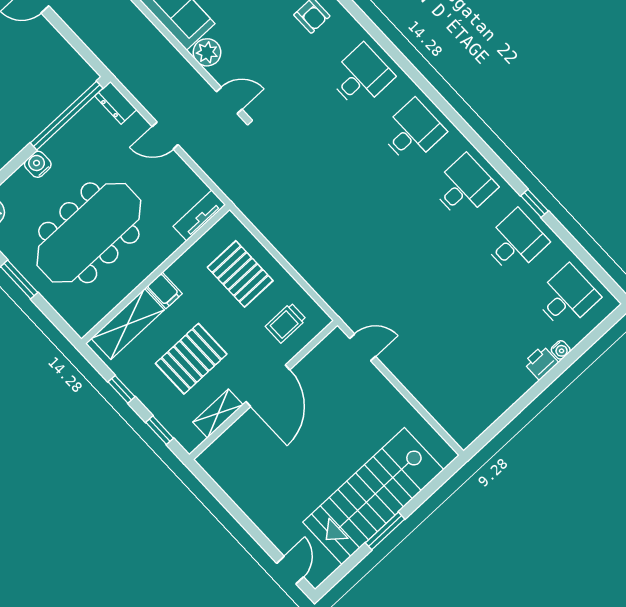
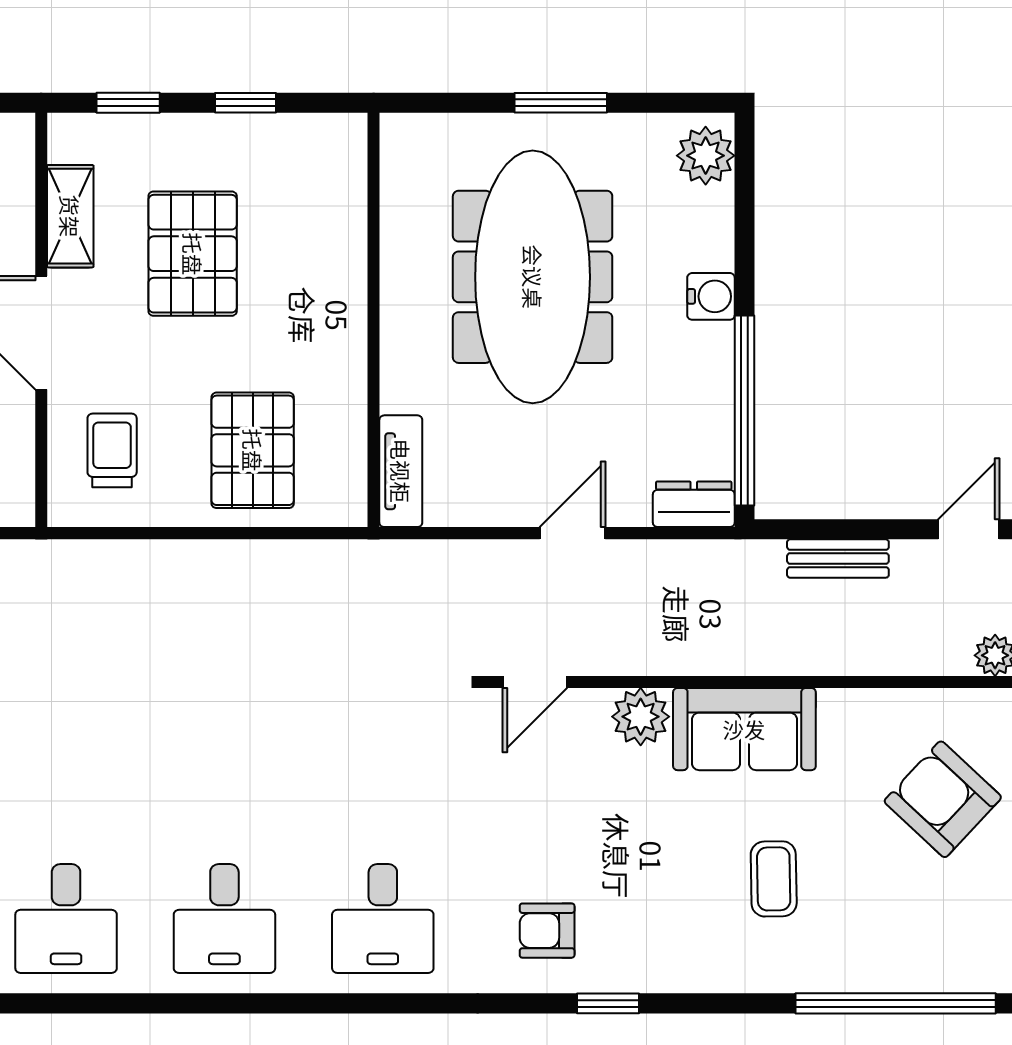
bench: (88, 35) -> (838, 559), added
pallet: (240, 274) -> (253, 450), turned 90
filing cabinet: (164, 290) -> (336, 310), removed
shelving: (128, 324) -> (337, 206), removed

